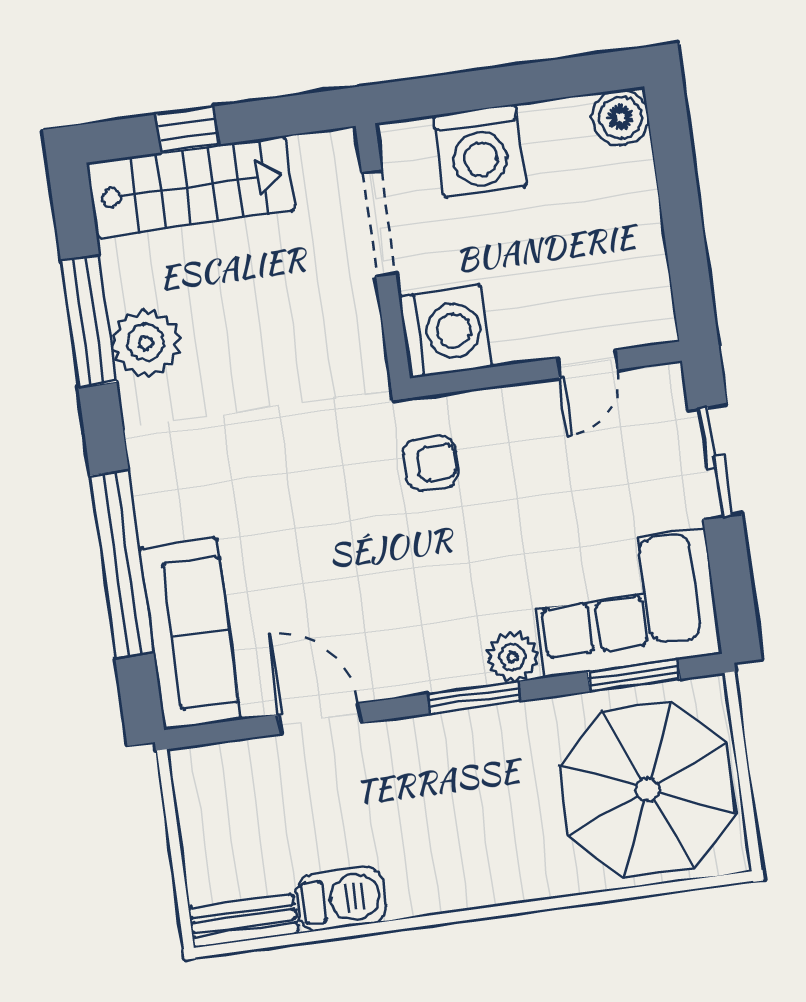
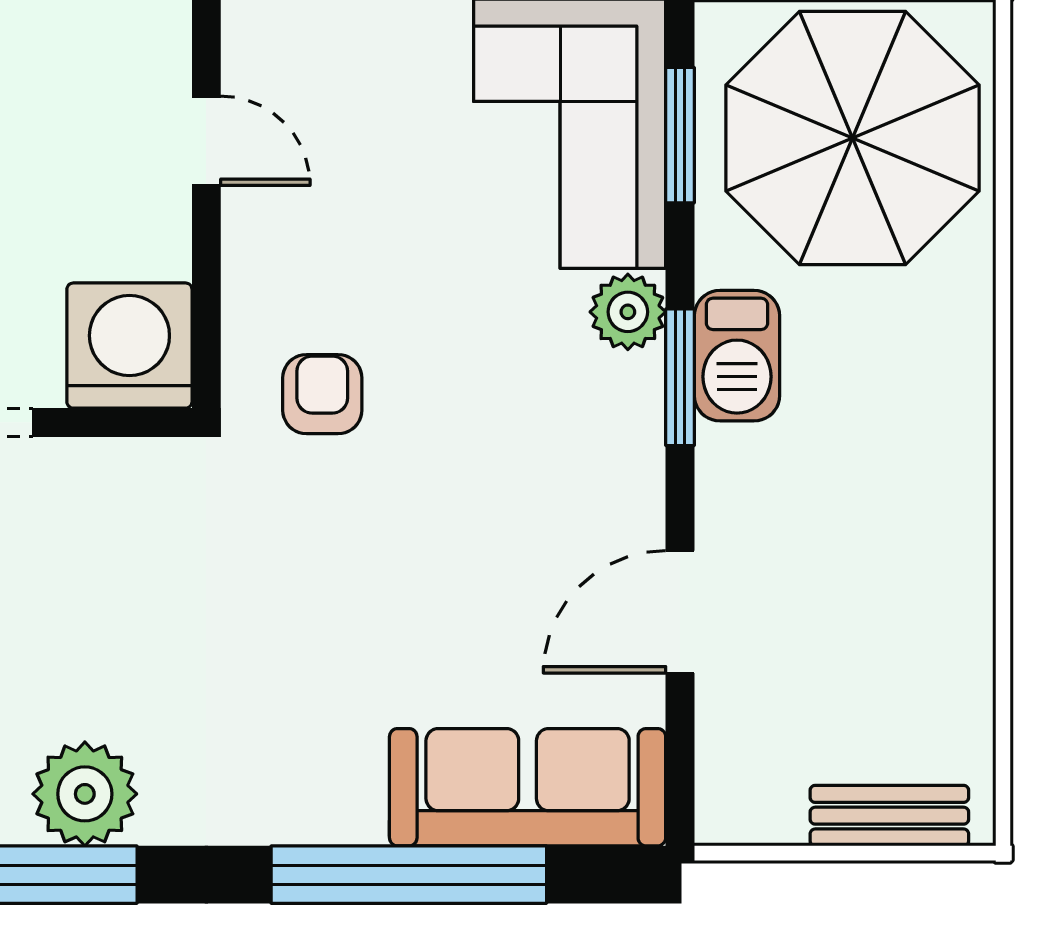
barbecue: (341, 899) -> (737, 356), moved, turned 180
bench: (243, 921) -> (889, 816), moved, turned 90

